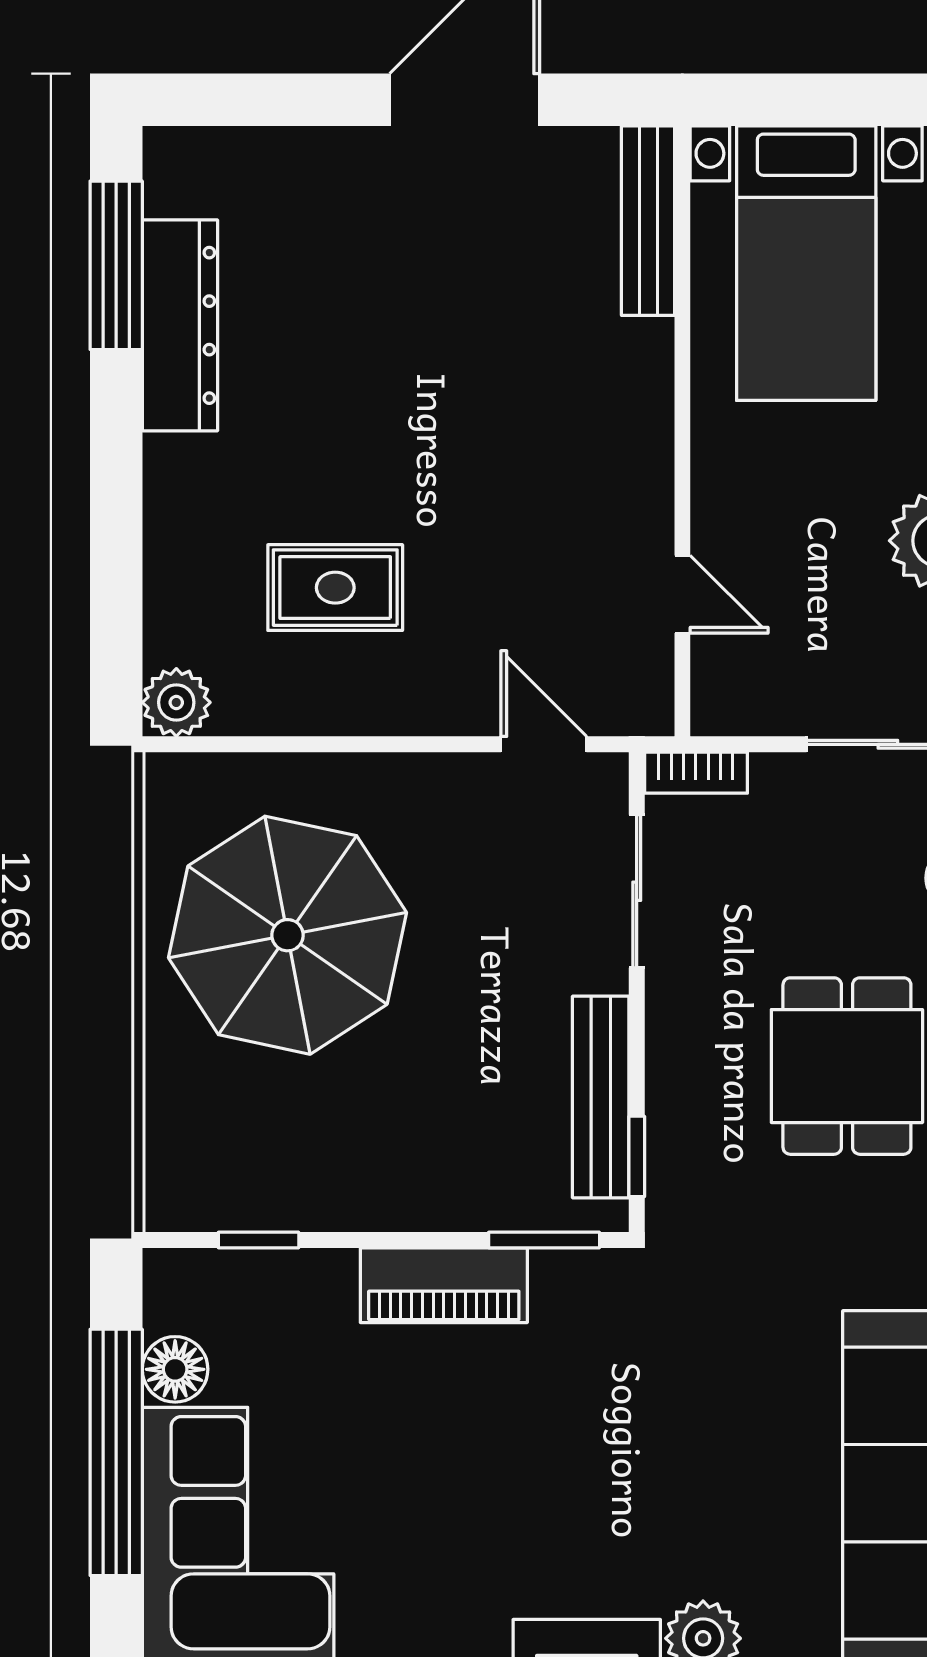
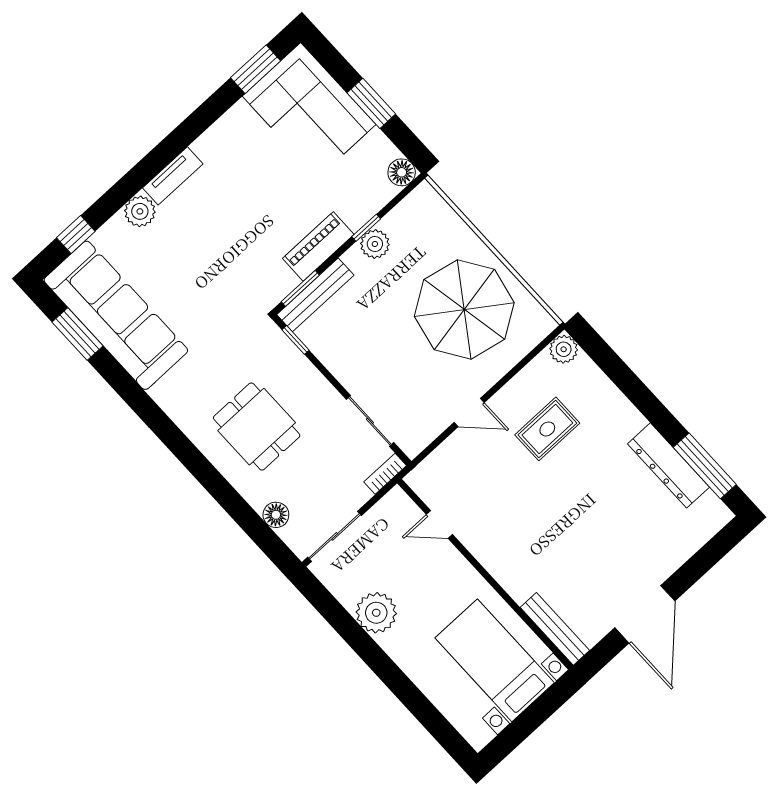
door: (544, 744) -> (469, 413), moved
bench: (601, 1097) -> (315, 295), moved, turned 90
plant: (339, 1197) -> (375, 244), added
window: (259, 1240) -> (366, 228), moved
floor lamp: (175, 1369) -> (402, 172), moved
window: (116, 1452) -> (371, 103), width x0.47

